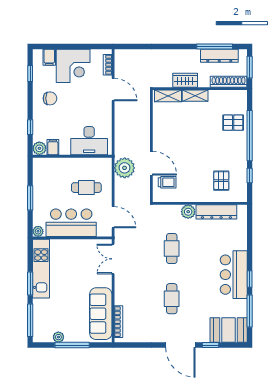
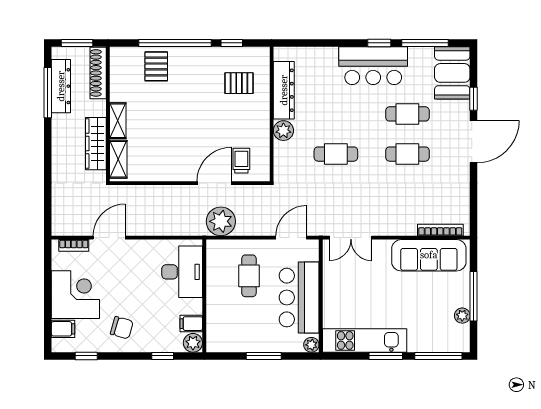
wardrobe: (185, 80) -> (96, 144), width x1.50
chair: (50, 98) -> (122, 328), turned 106
cafe table: (200, 299) -> (407, 114), added

